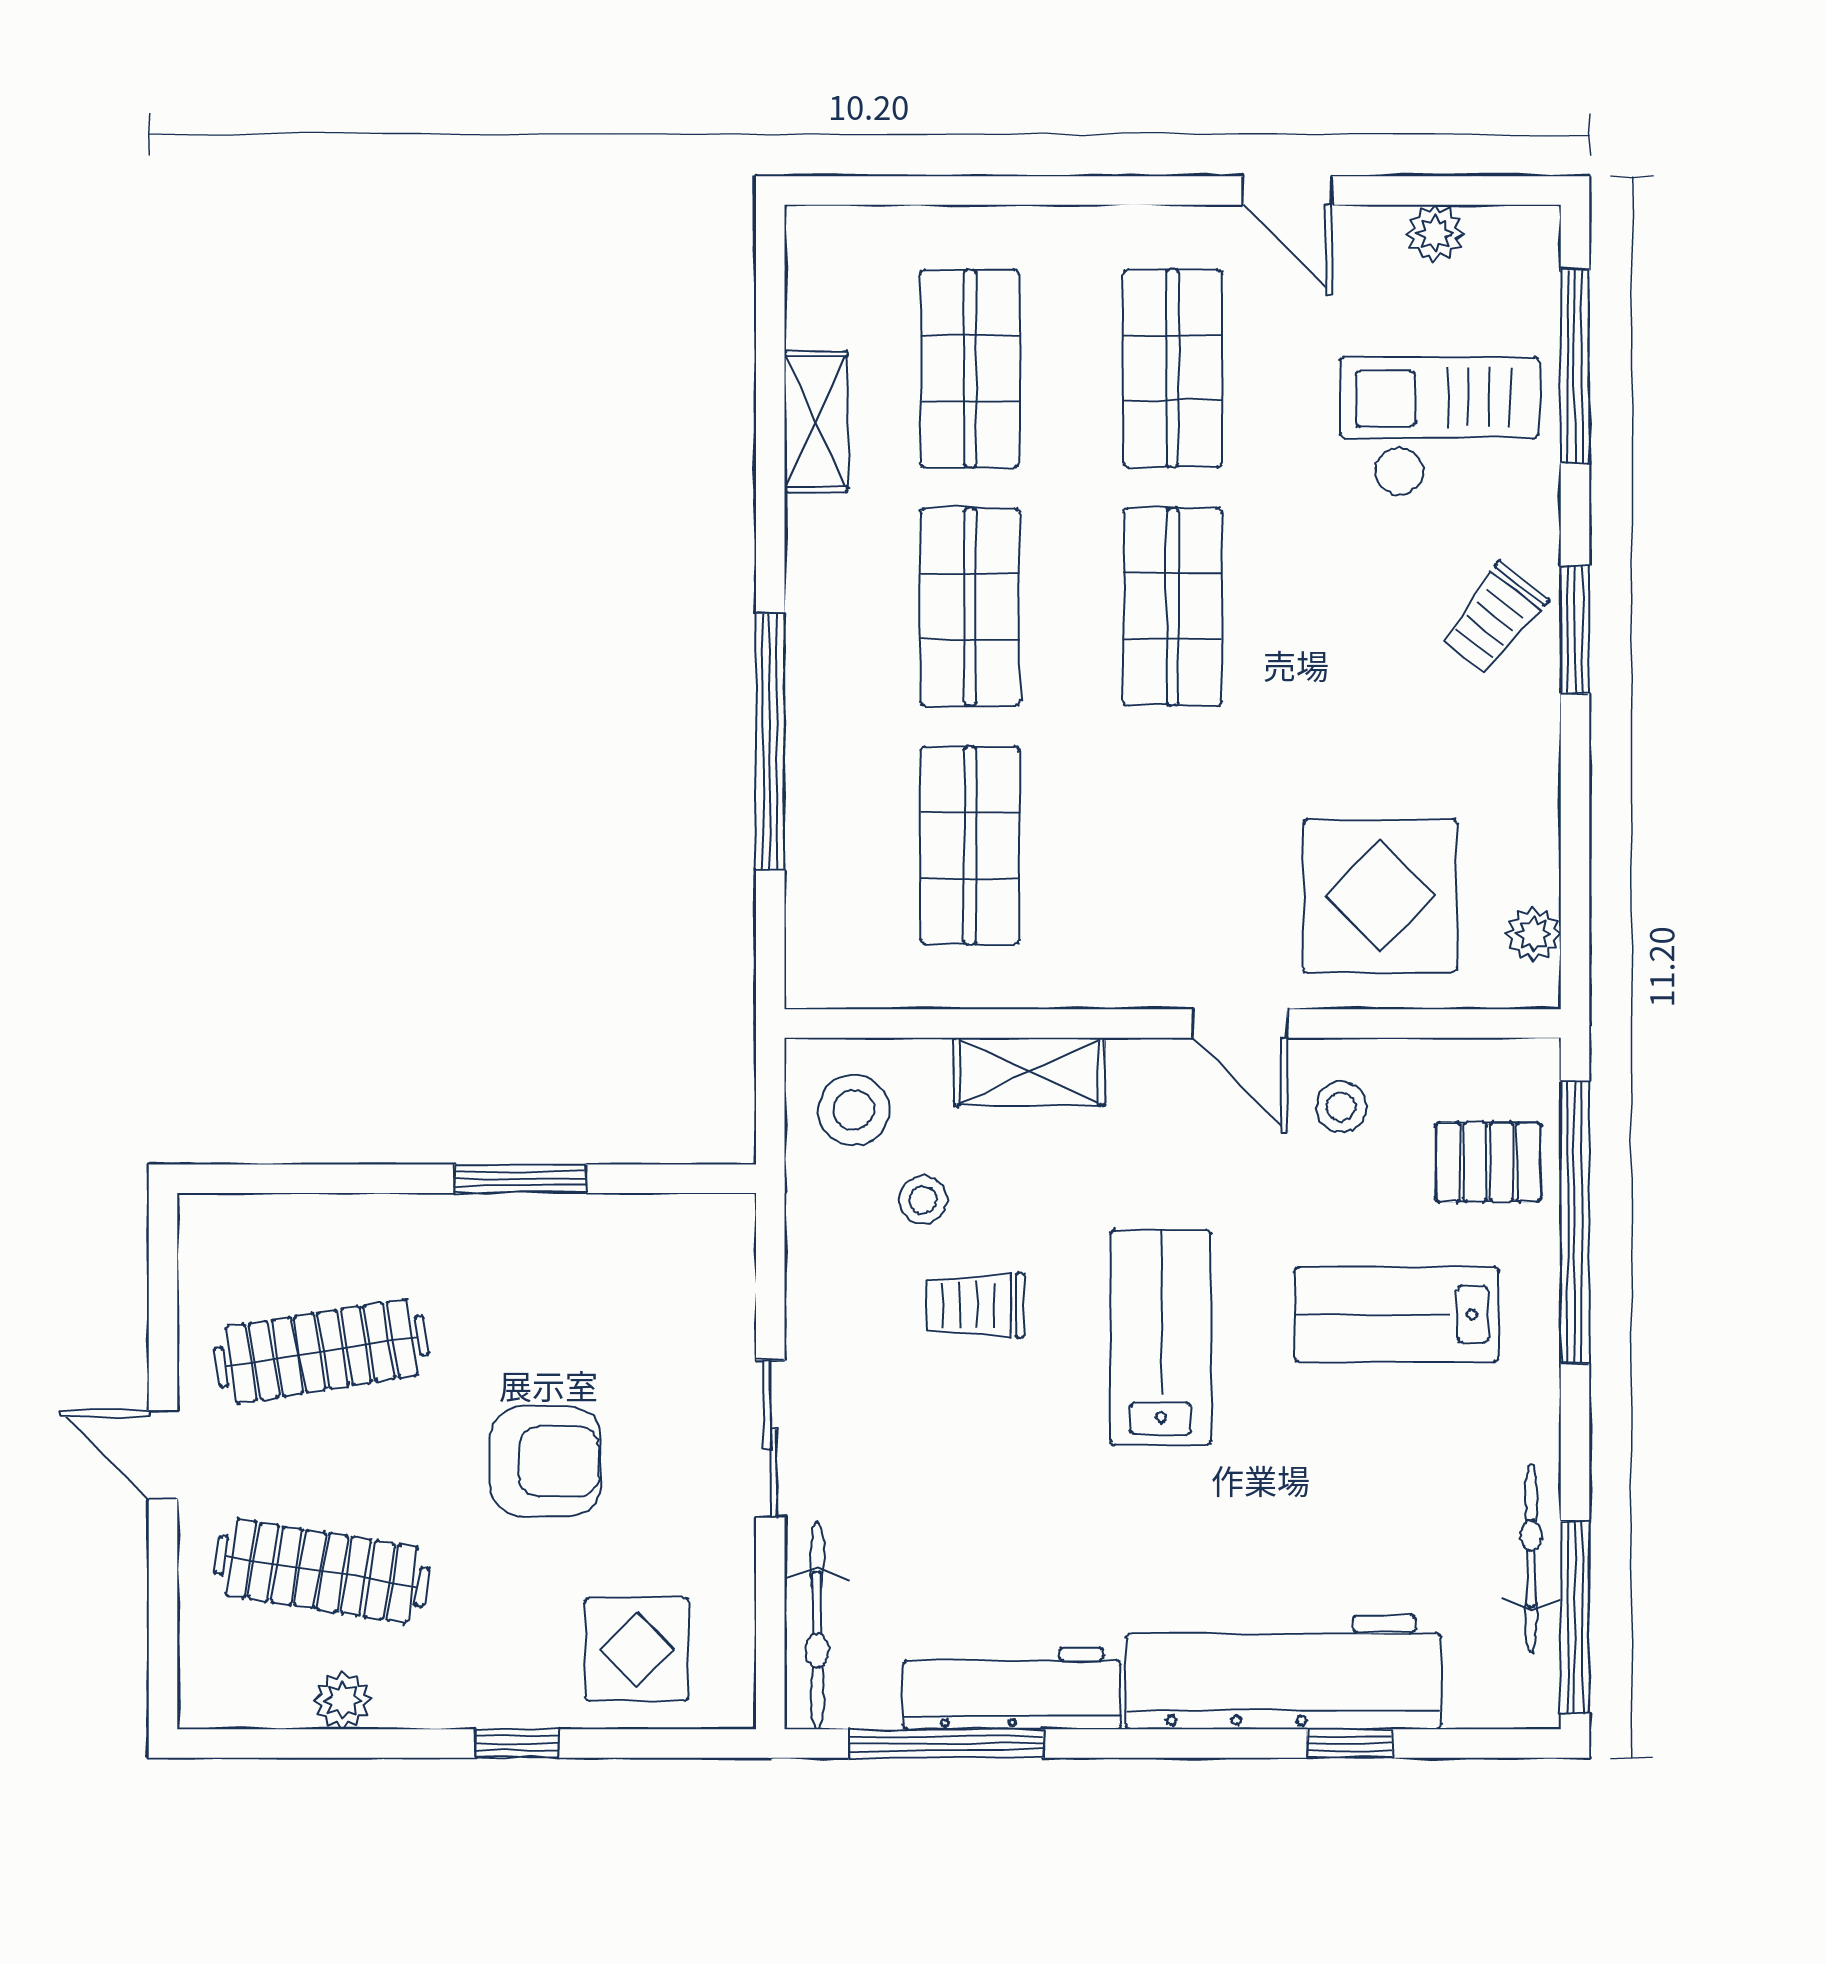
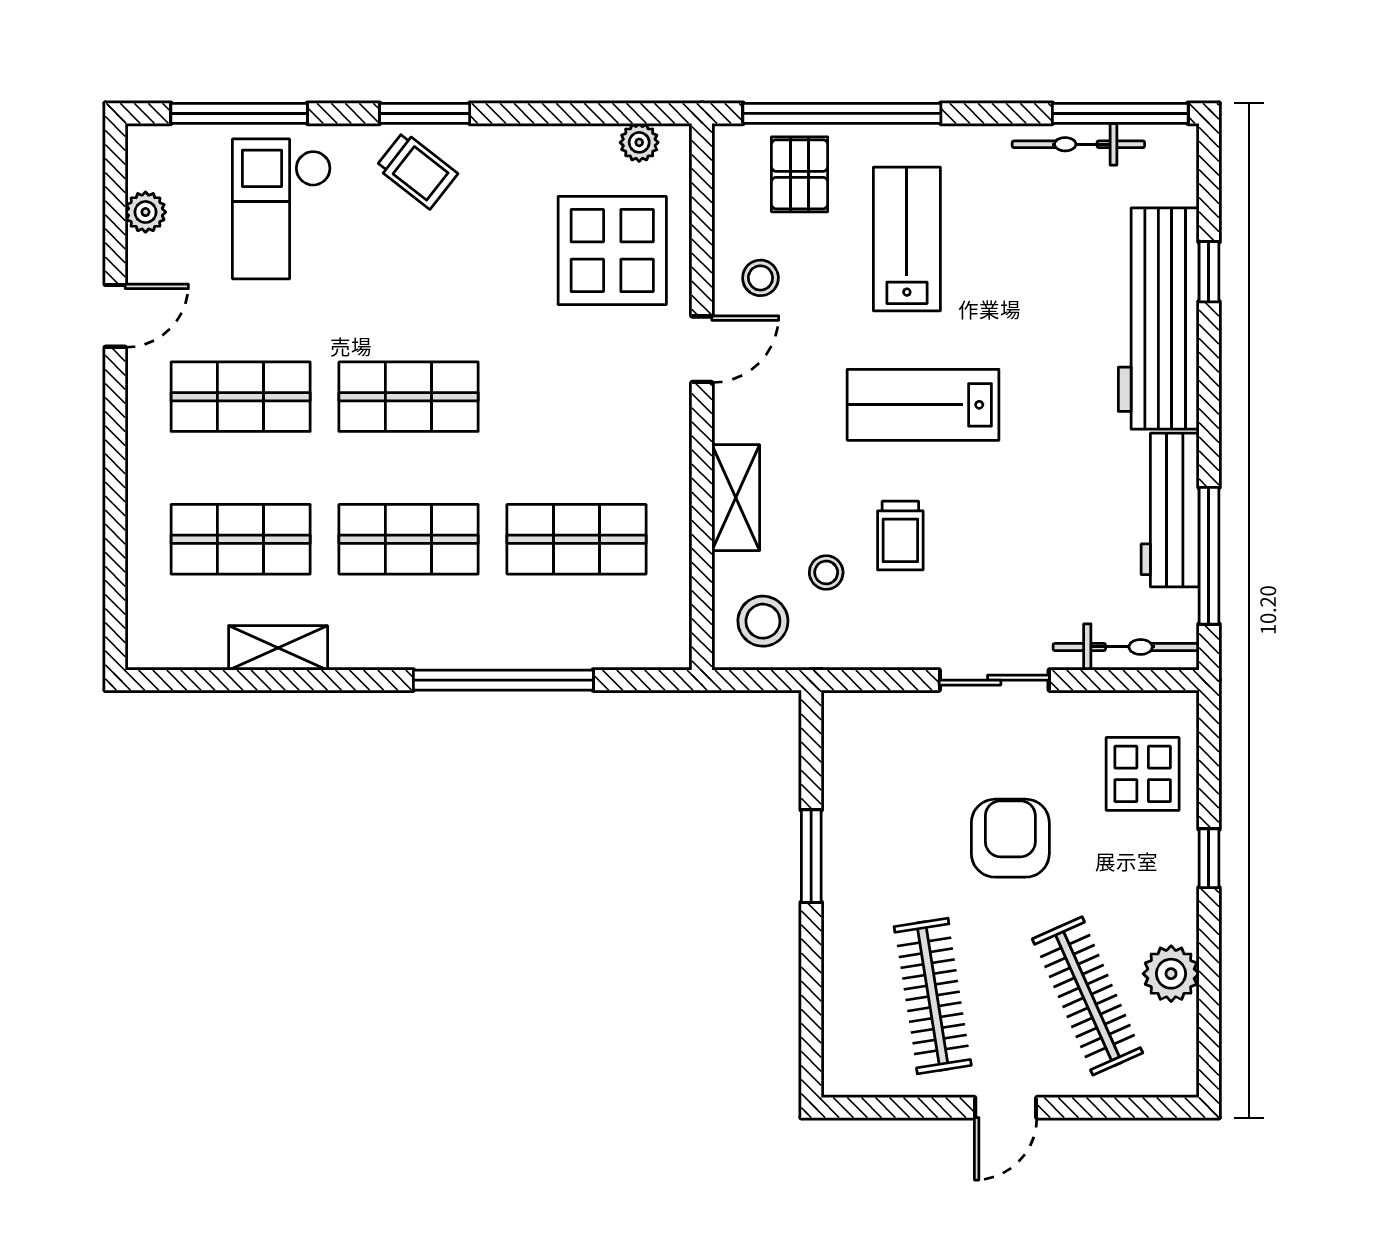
lab bench: (1396, 1315) -> (907, 239), turned 180
clothes rail: (322, 1571) -> (1088, 996), turned -33
plant: (342, 1700) -> (1171, 974), width x1.38, depth x1.38

